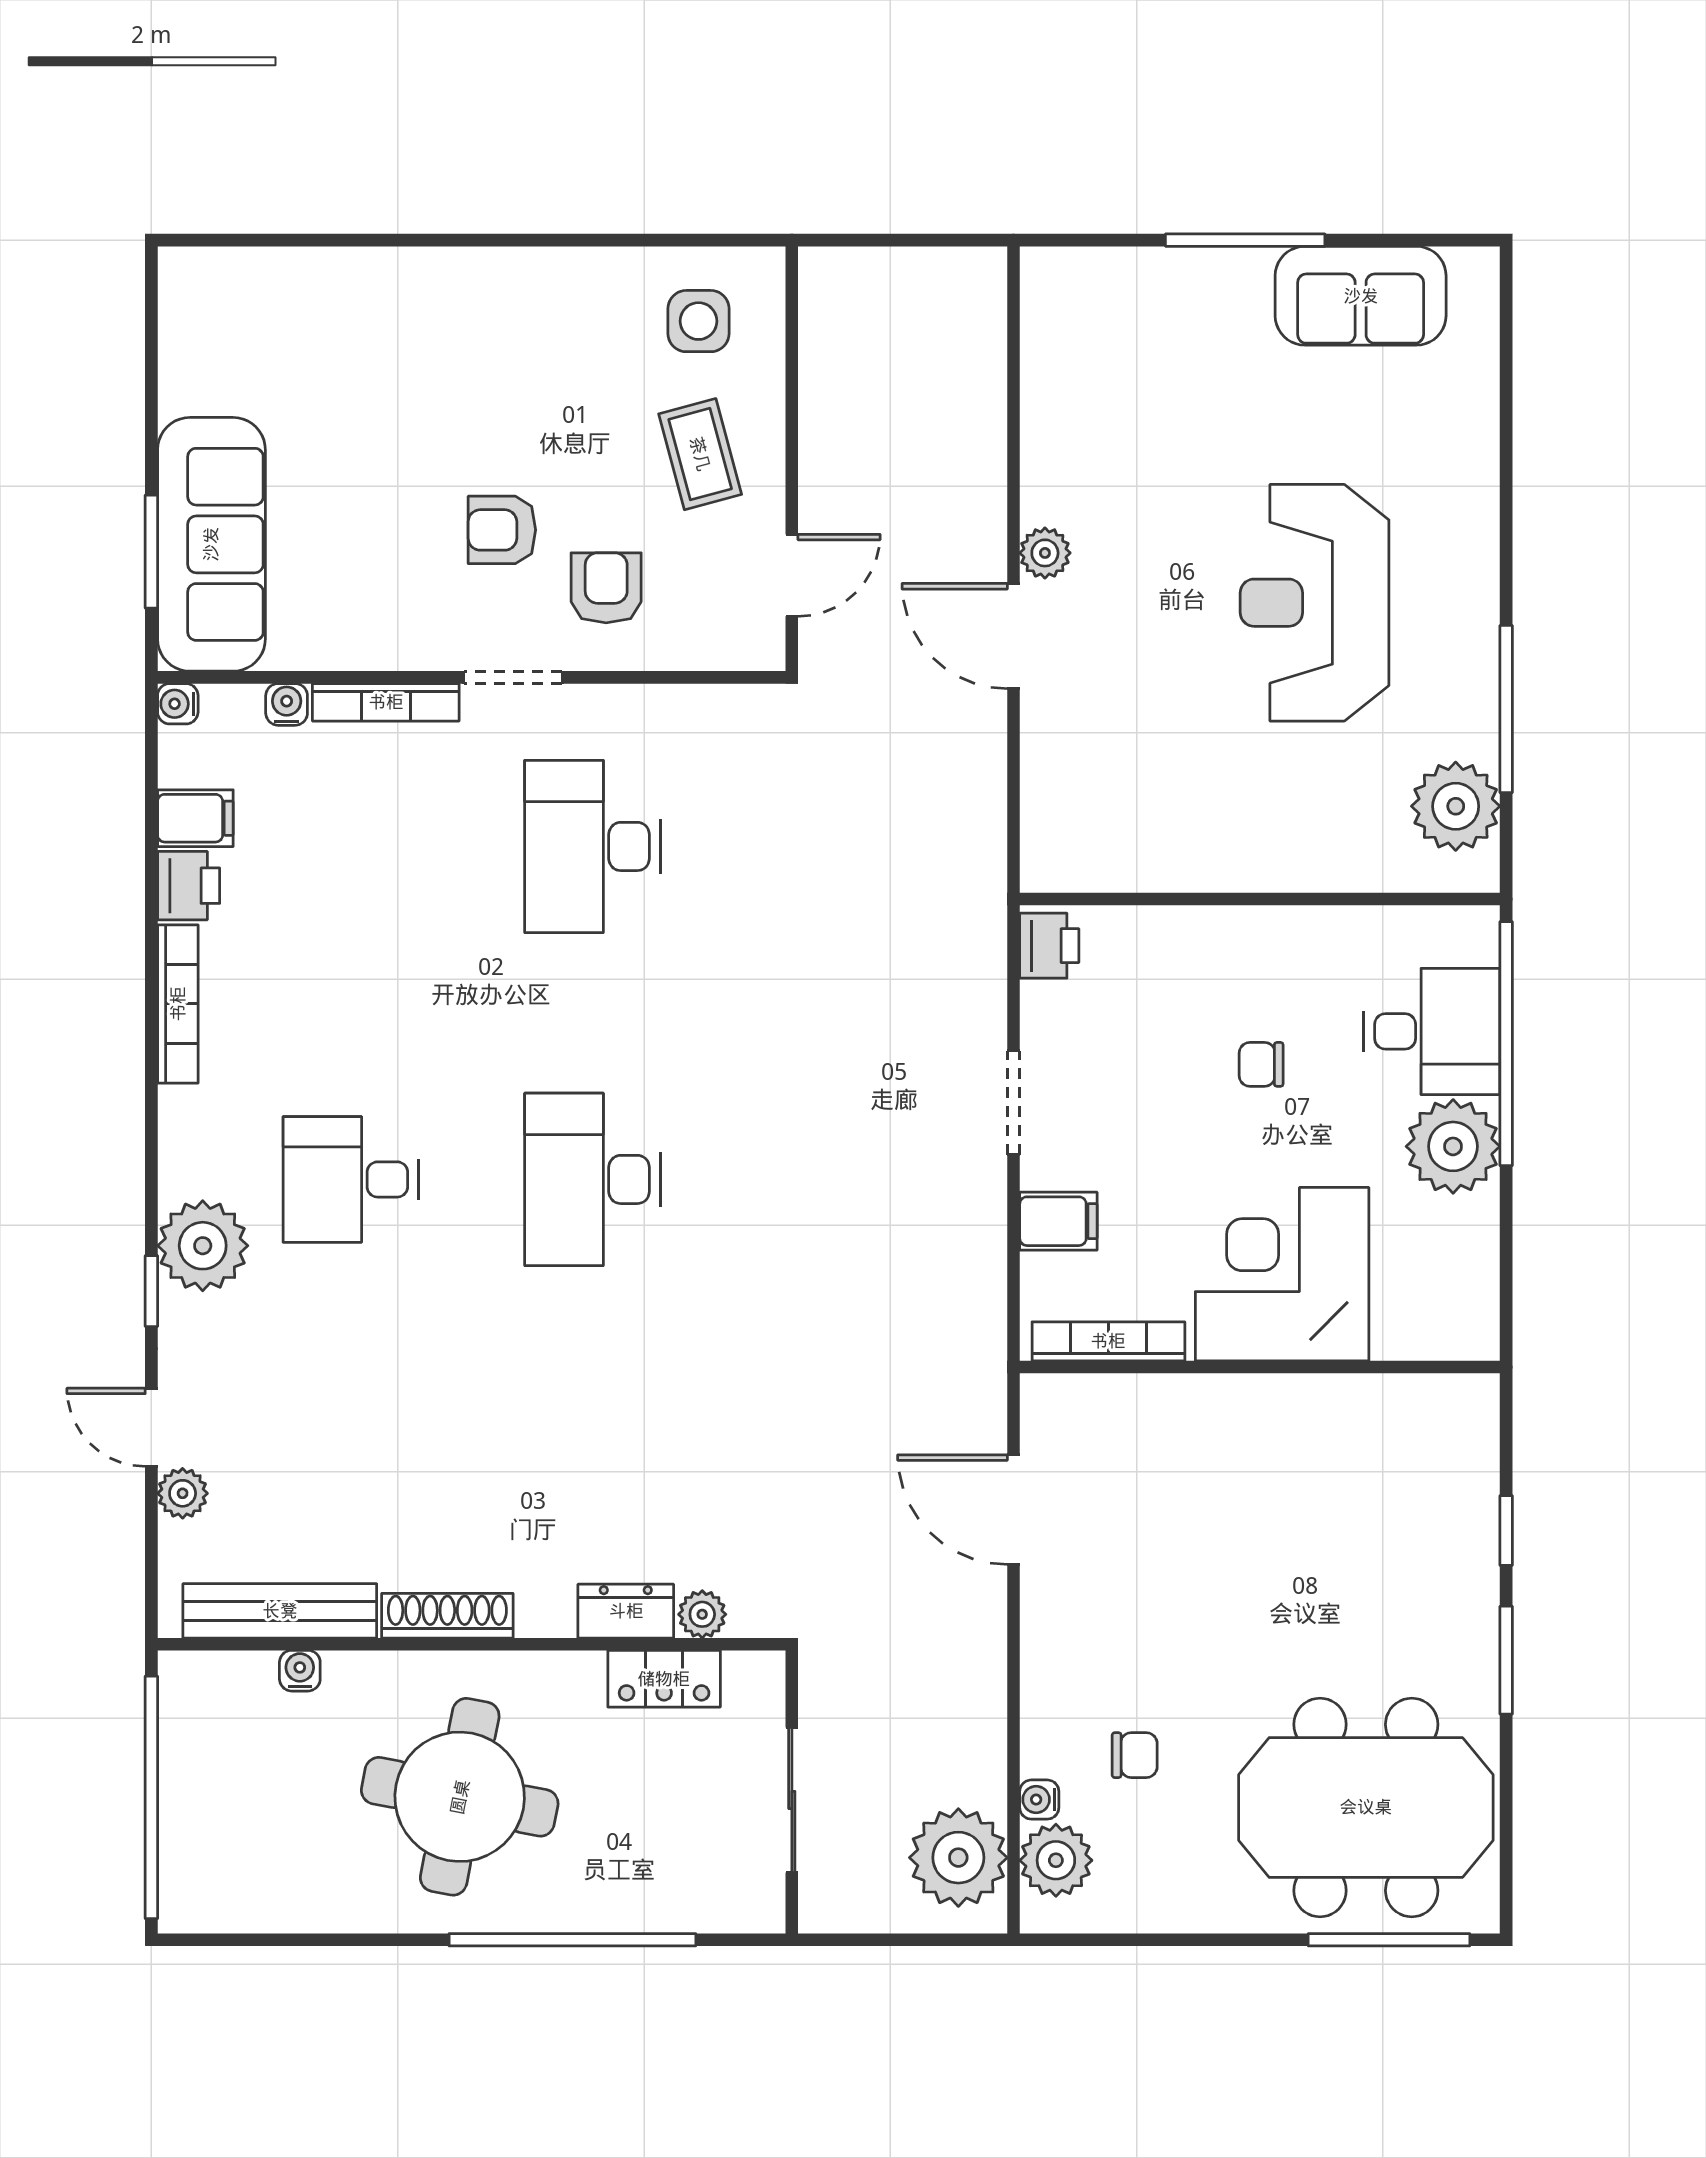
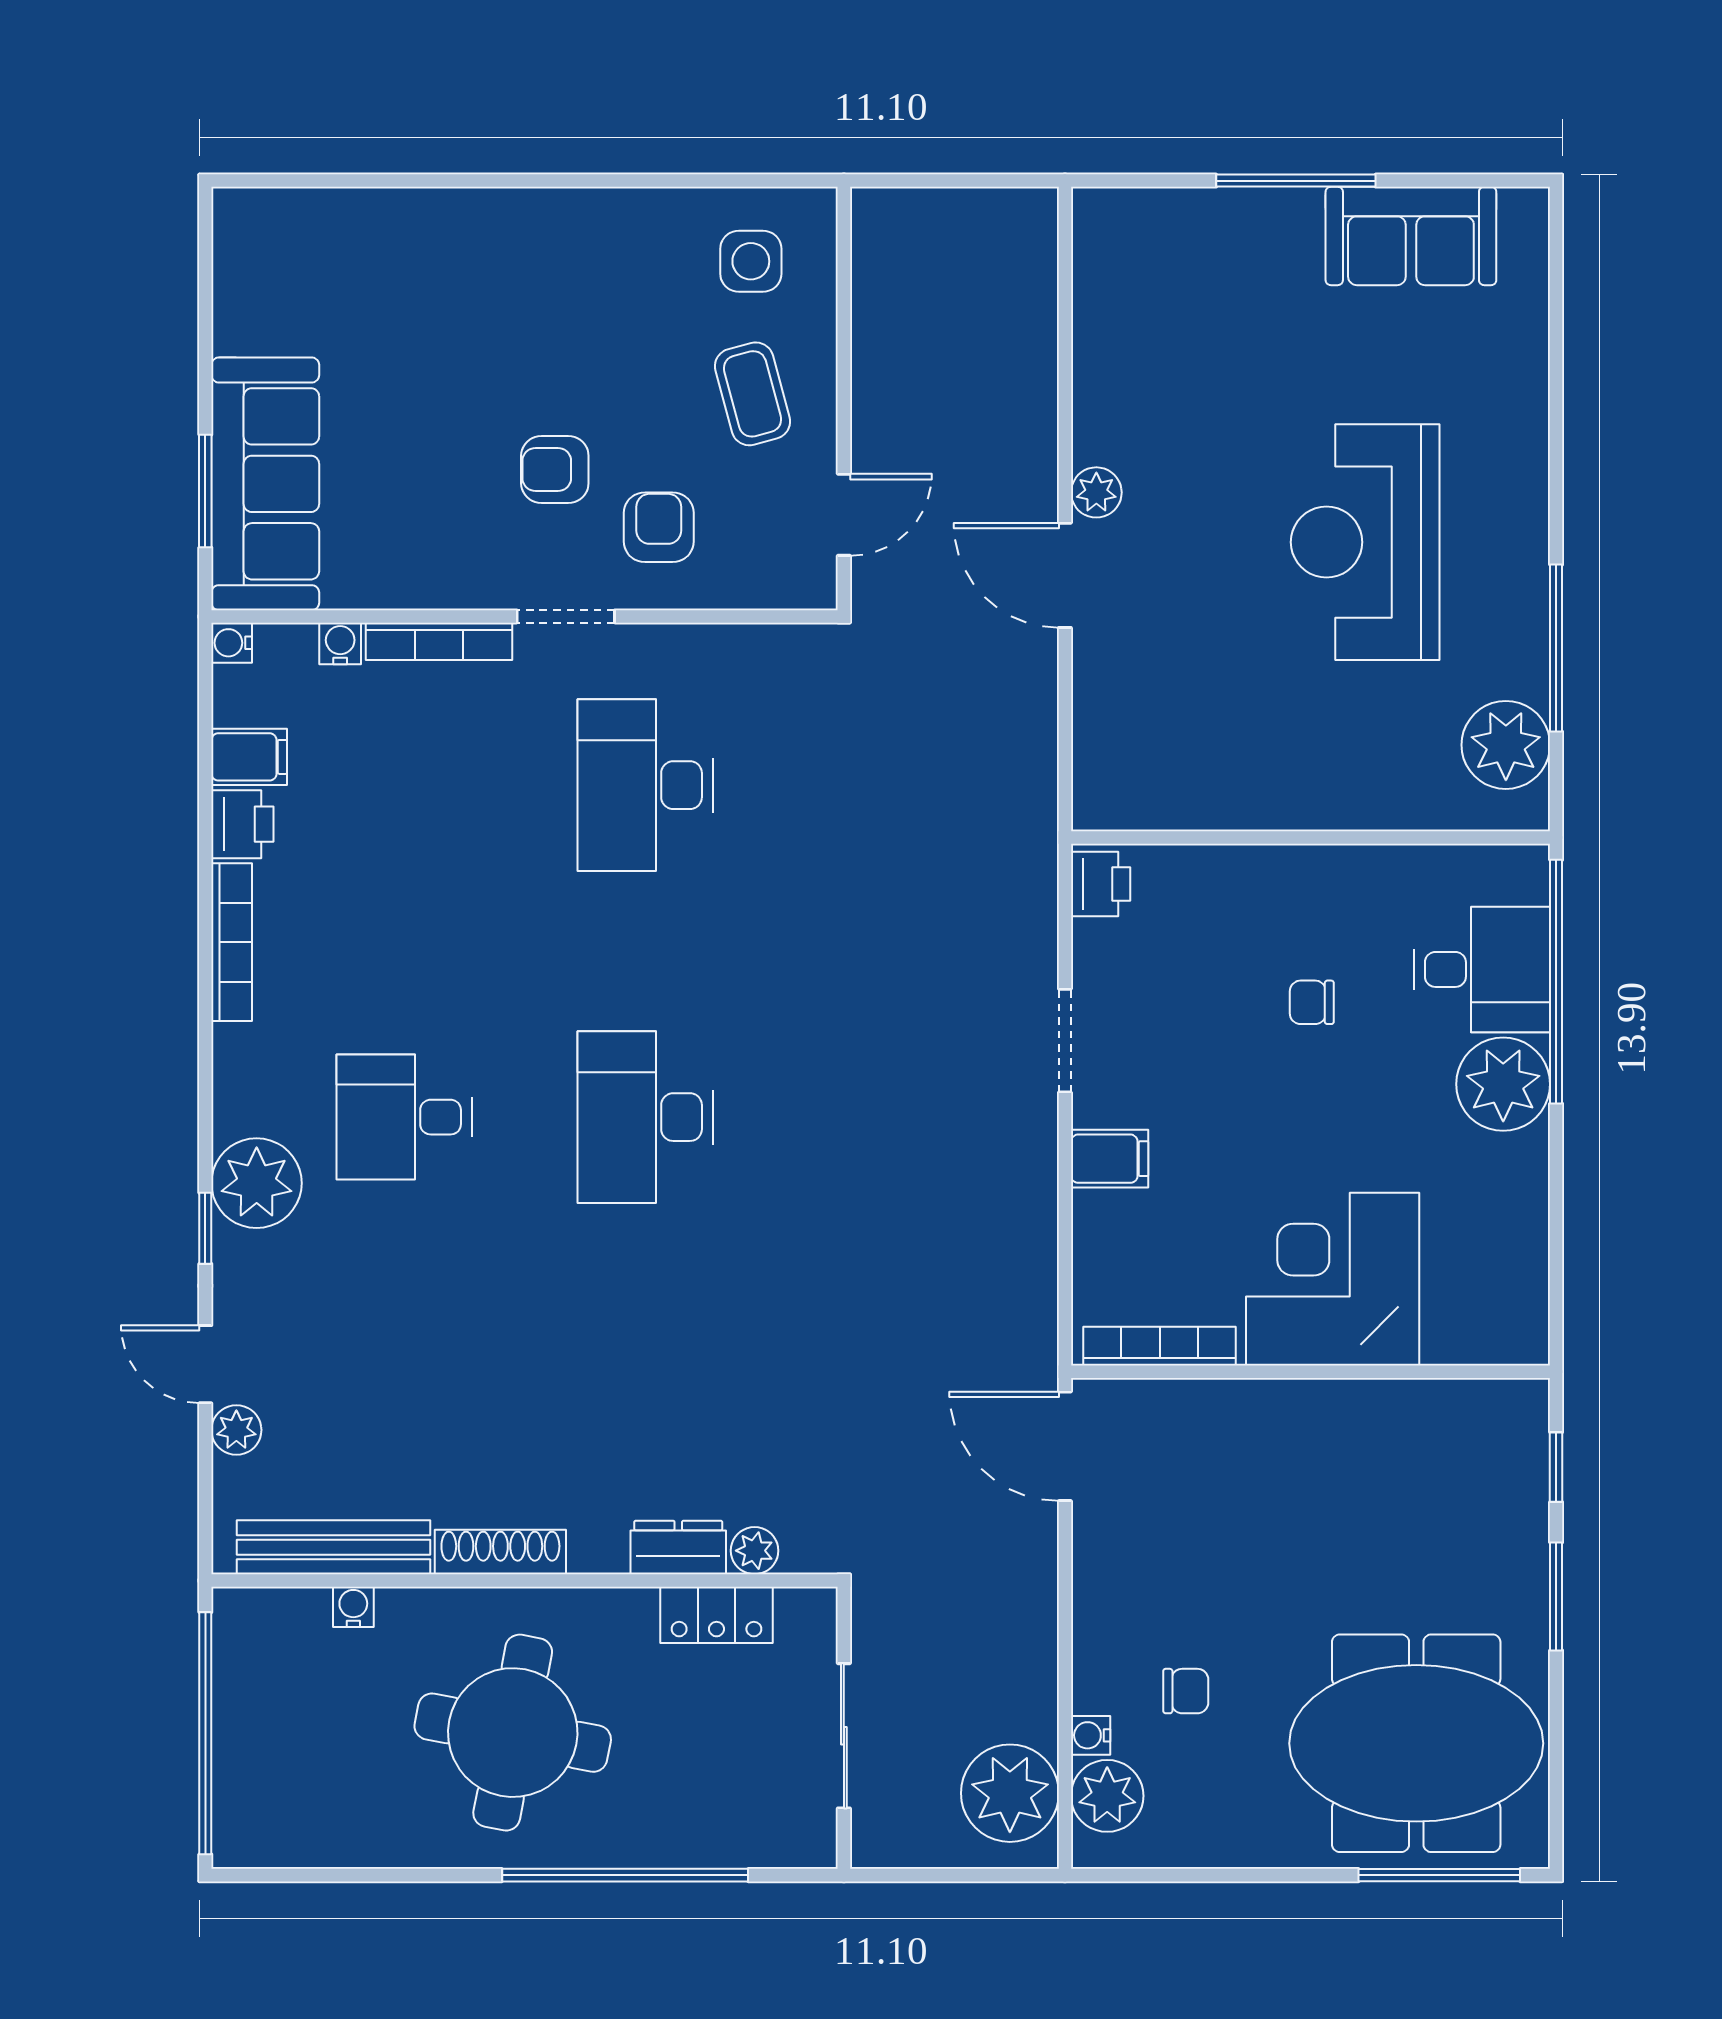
corner desk: (1282, 1274) -> (1333, 1279), moved
bookcase: (1108, 1341) -> (1160, 1346), moved
wall: (1260, 1367) -> (1311, 1372), moved

